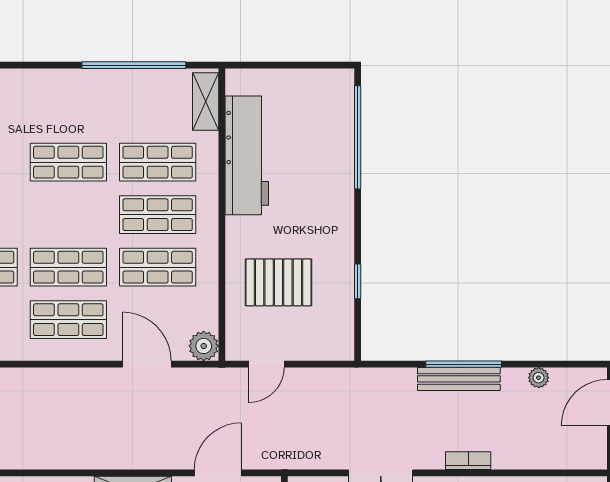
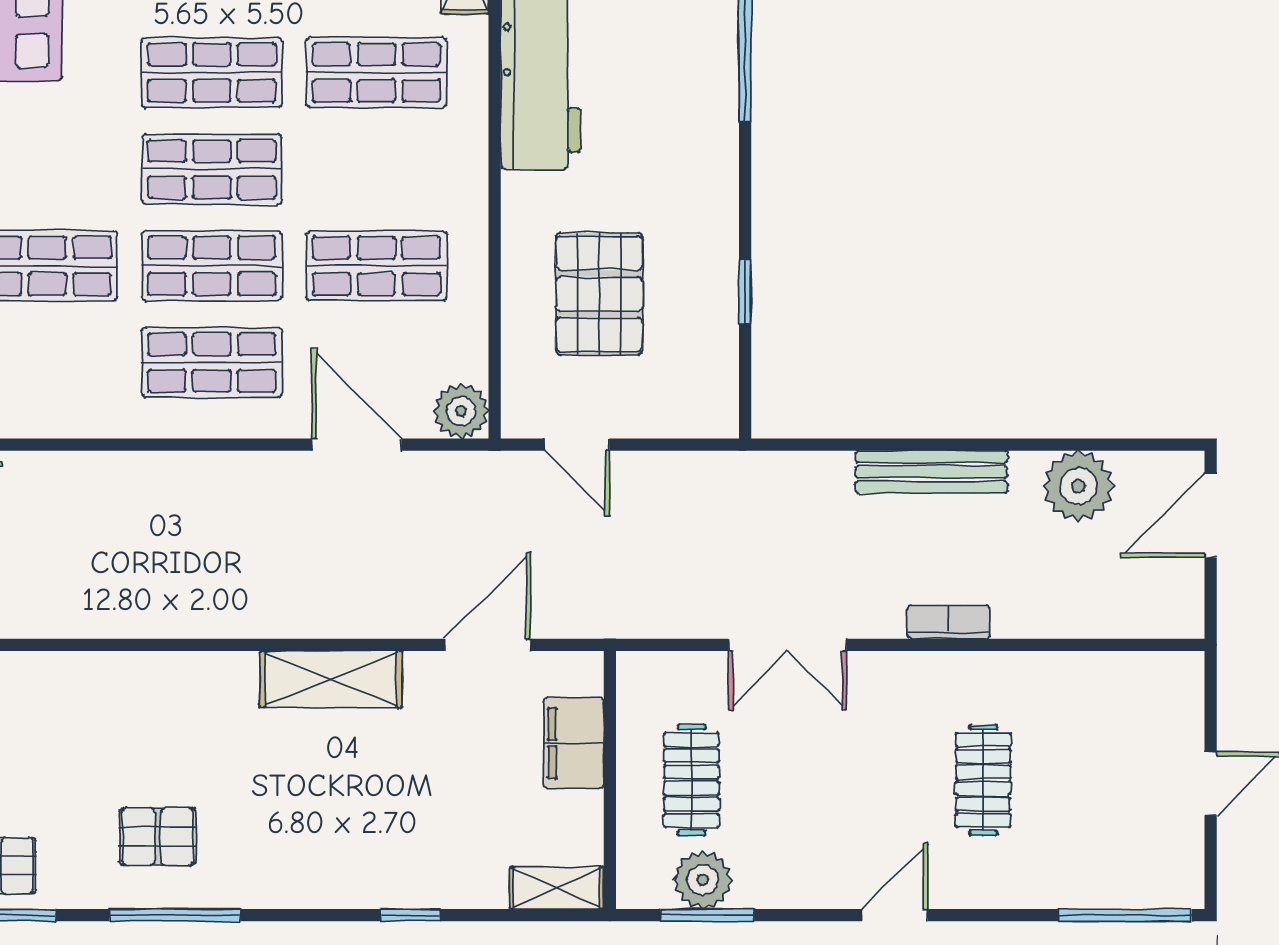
shop shelf: (158, 215) -> (212, 169), moved
pallet: (278, 282) -> (599, 294), turned 90
door: (266, 364) -> (577, 445), hinge flipped
window: (464, 364) -> (940, 445), removed
plant: (539, 378) -> (1078, 486), width x1.88, depth x1.88

